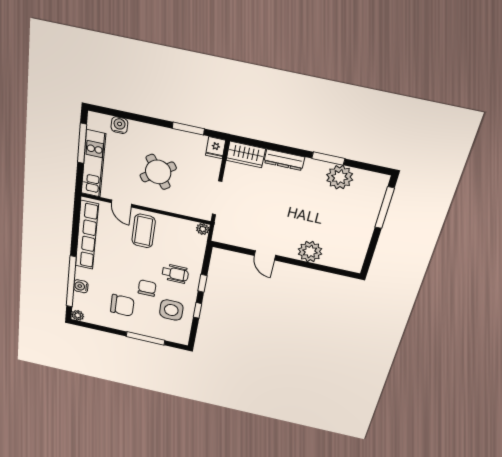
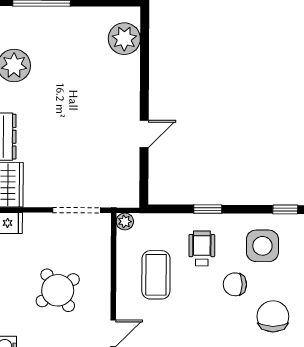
coffee table: (144, 231) -> (156, 275), moved, turned 90
plant: (310, 252) -> (124, 39), moved
window: (197, 310) -> (285, 209), moved

